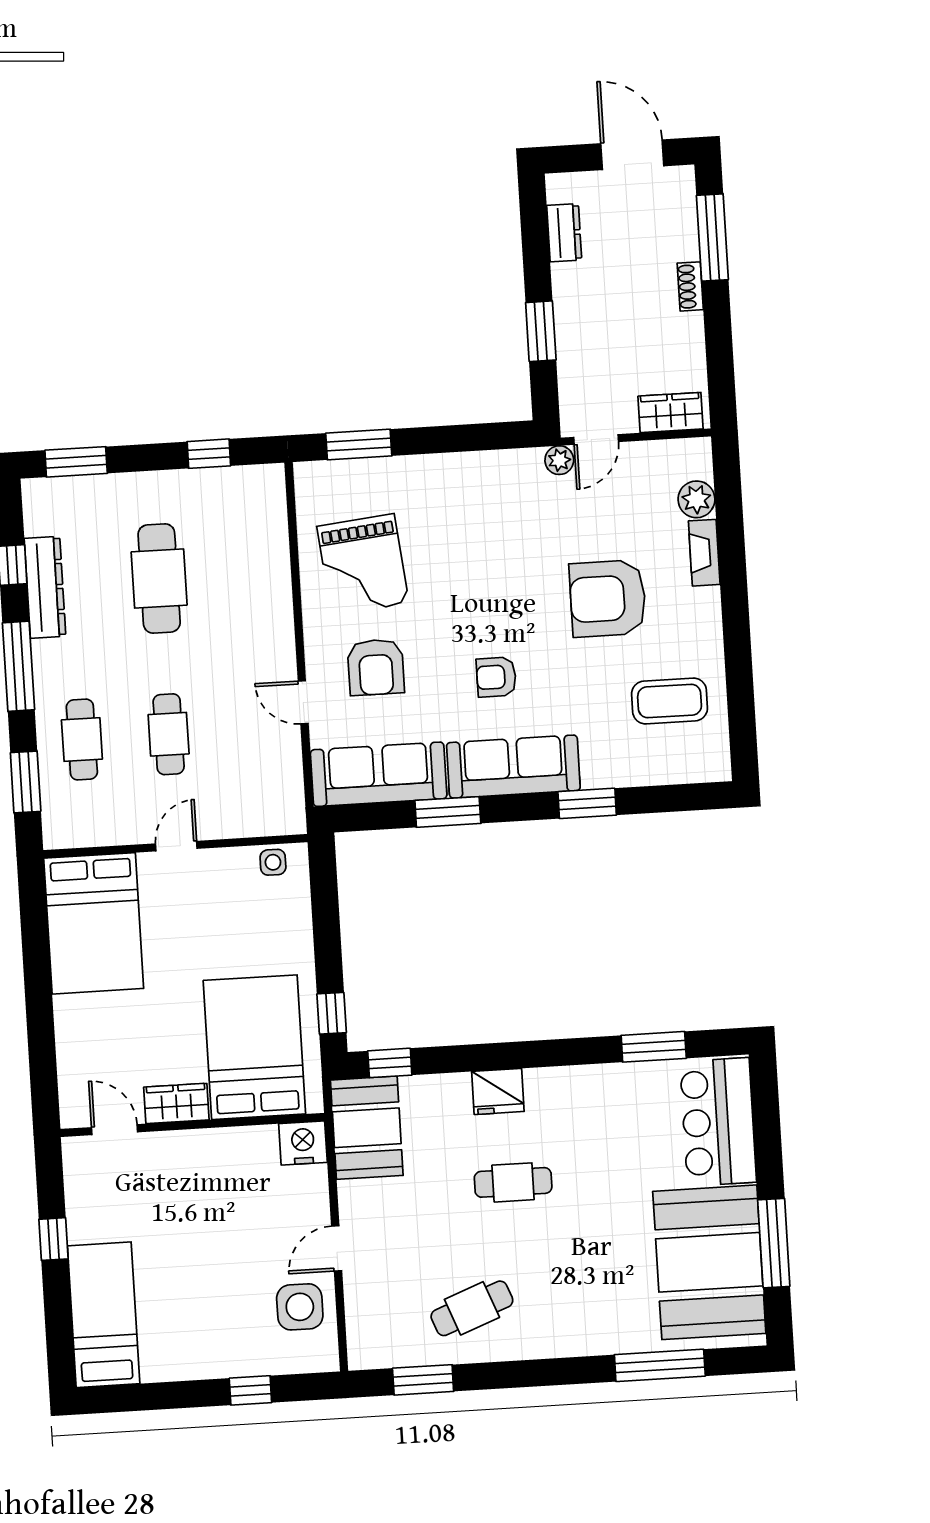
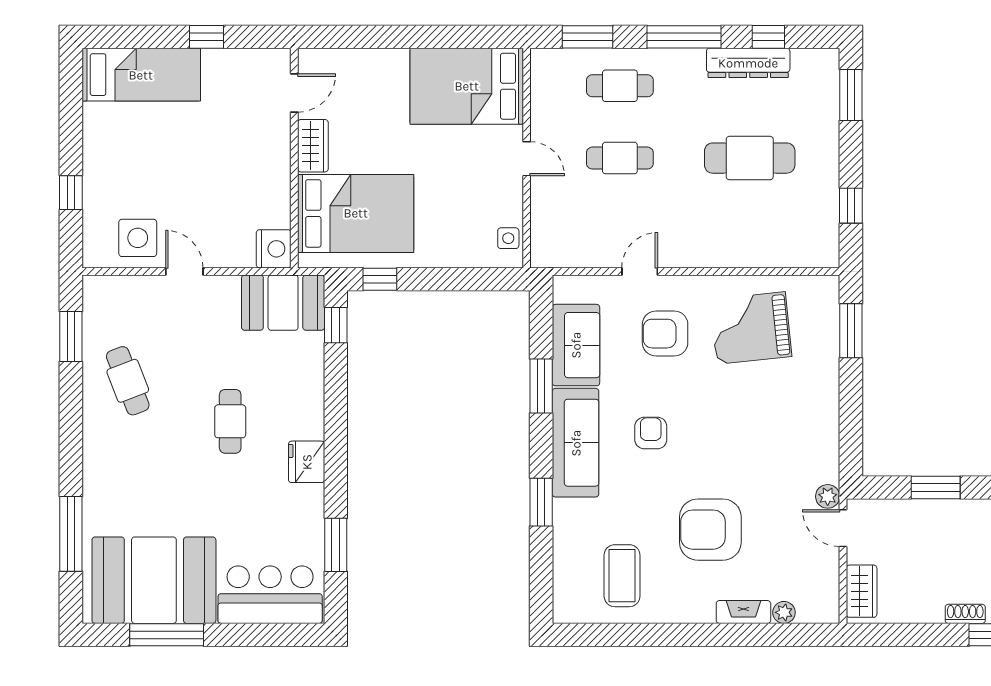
plant: (696, 499) -> (784, 612), width x0.73, depth x0.73
armchair: (608, 598) -> (710, 530), turned -90
sofa: (379, 774) -> (576, 345), width x0.73
fridge: (498, 1091) -> (307, 462), moved

